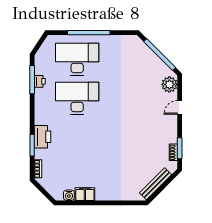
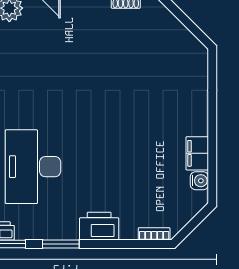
window: (32, 145) -> (61, 244), moved
bench: (156, 184) -> (180, 32), removed

